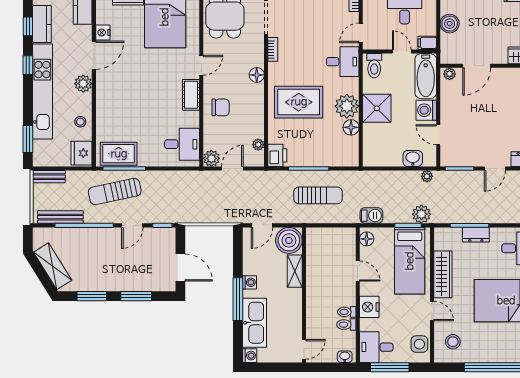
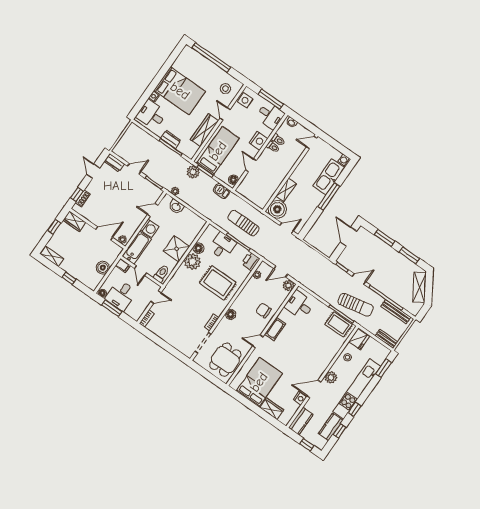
desk: (343, 62) -> (222, 246), moved, turned 90
door: (438, 135) -> (153, 210), swing flipped
washing machine: (249, 282) -> (316, 201), removed

